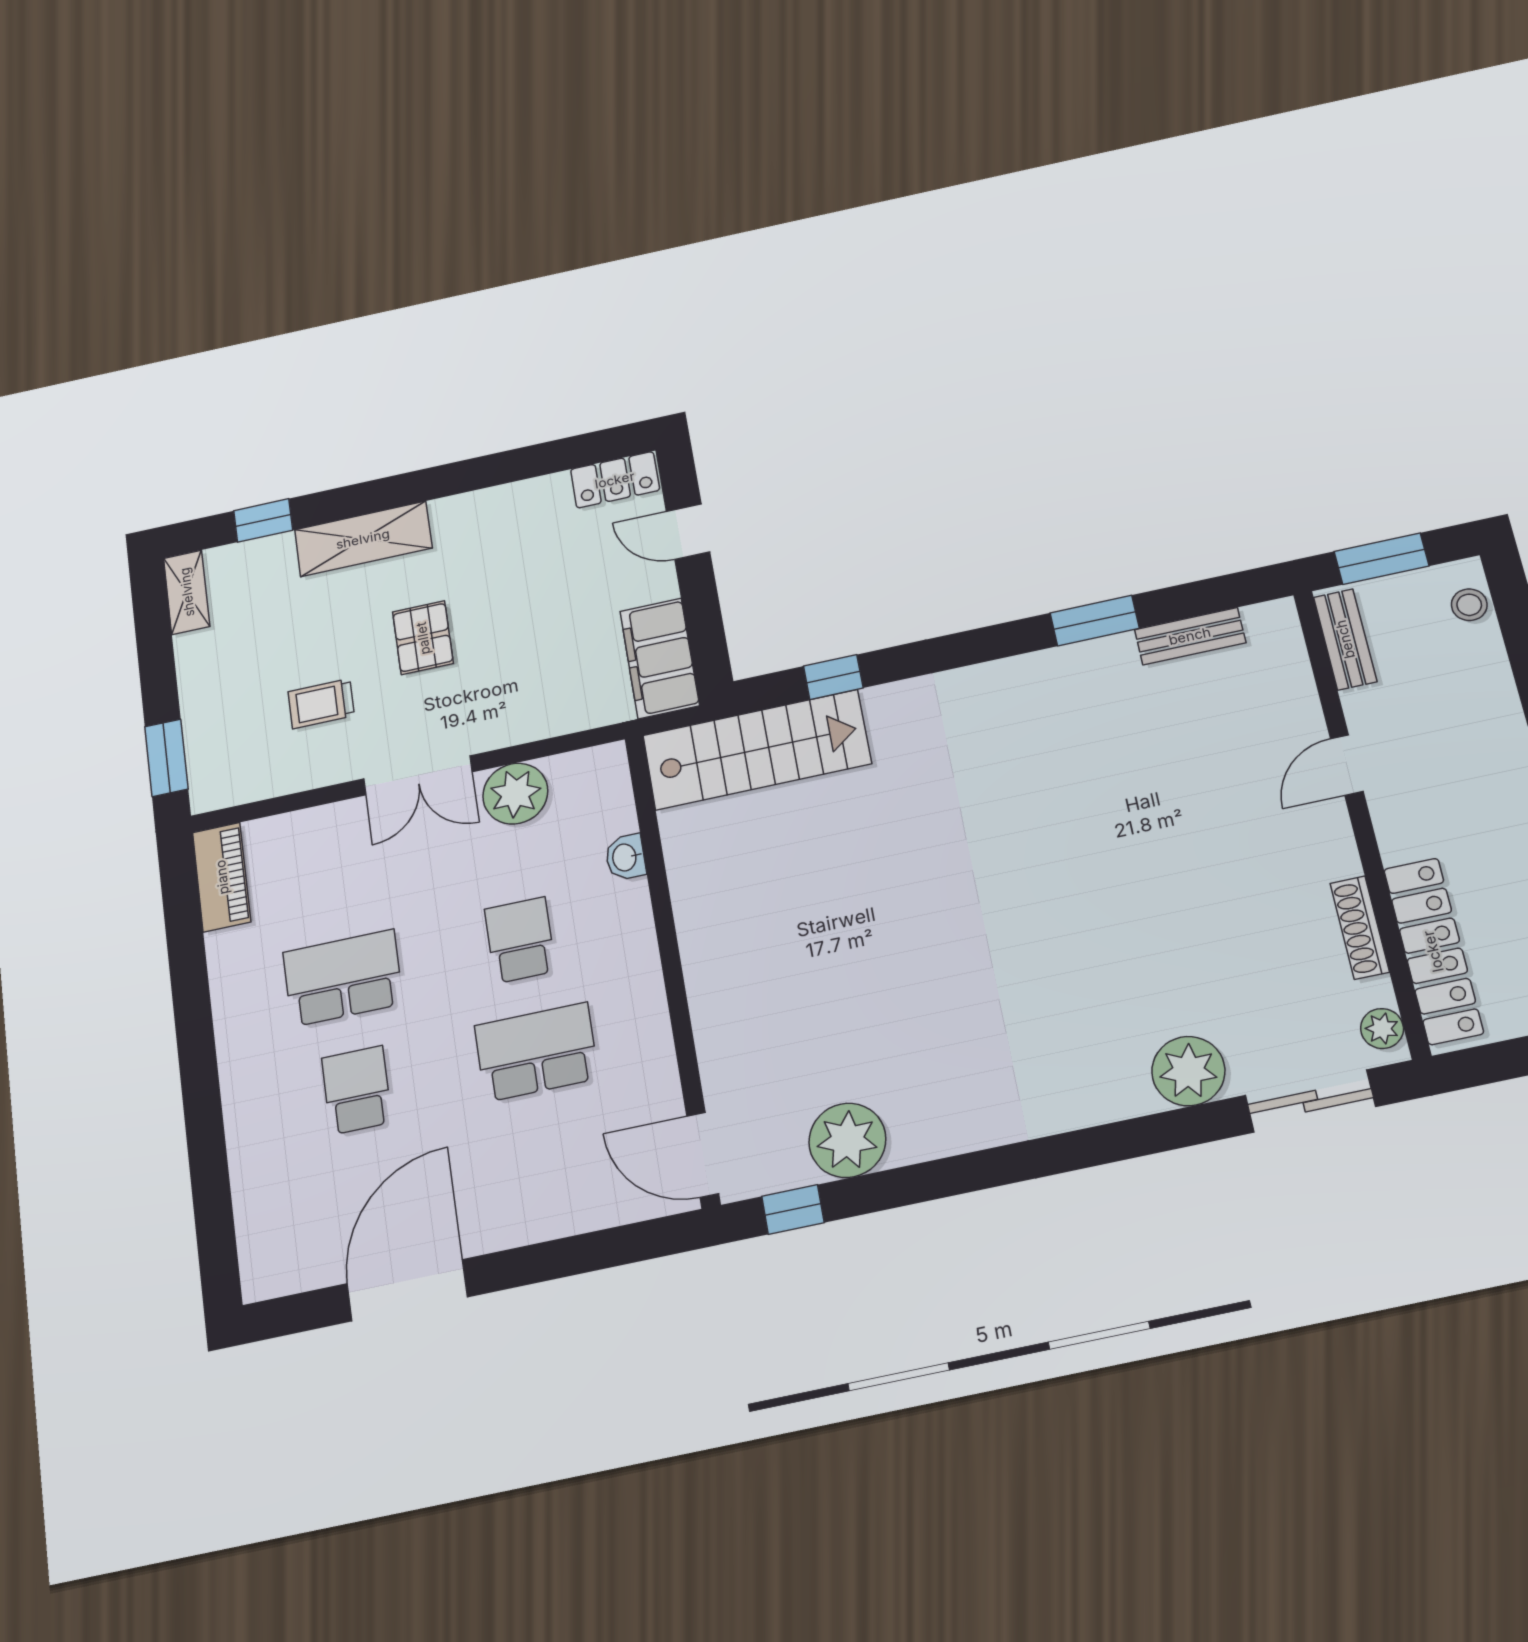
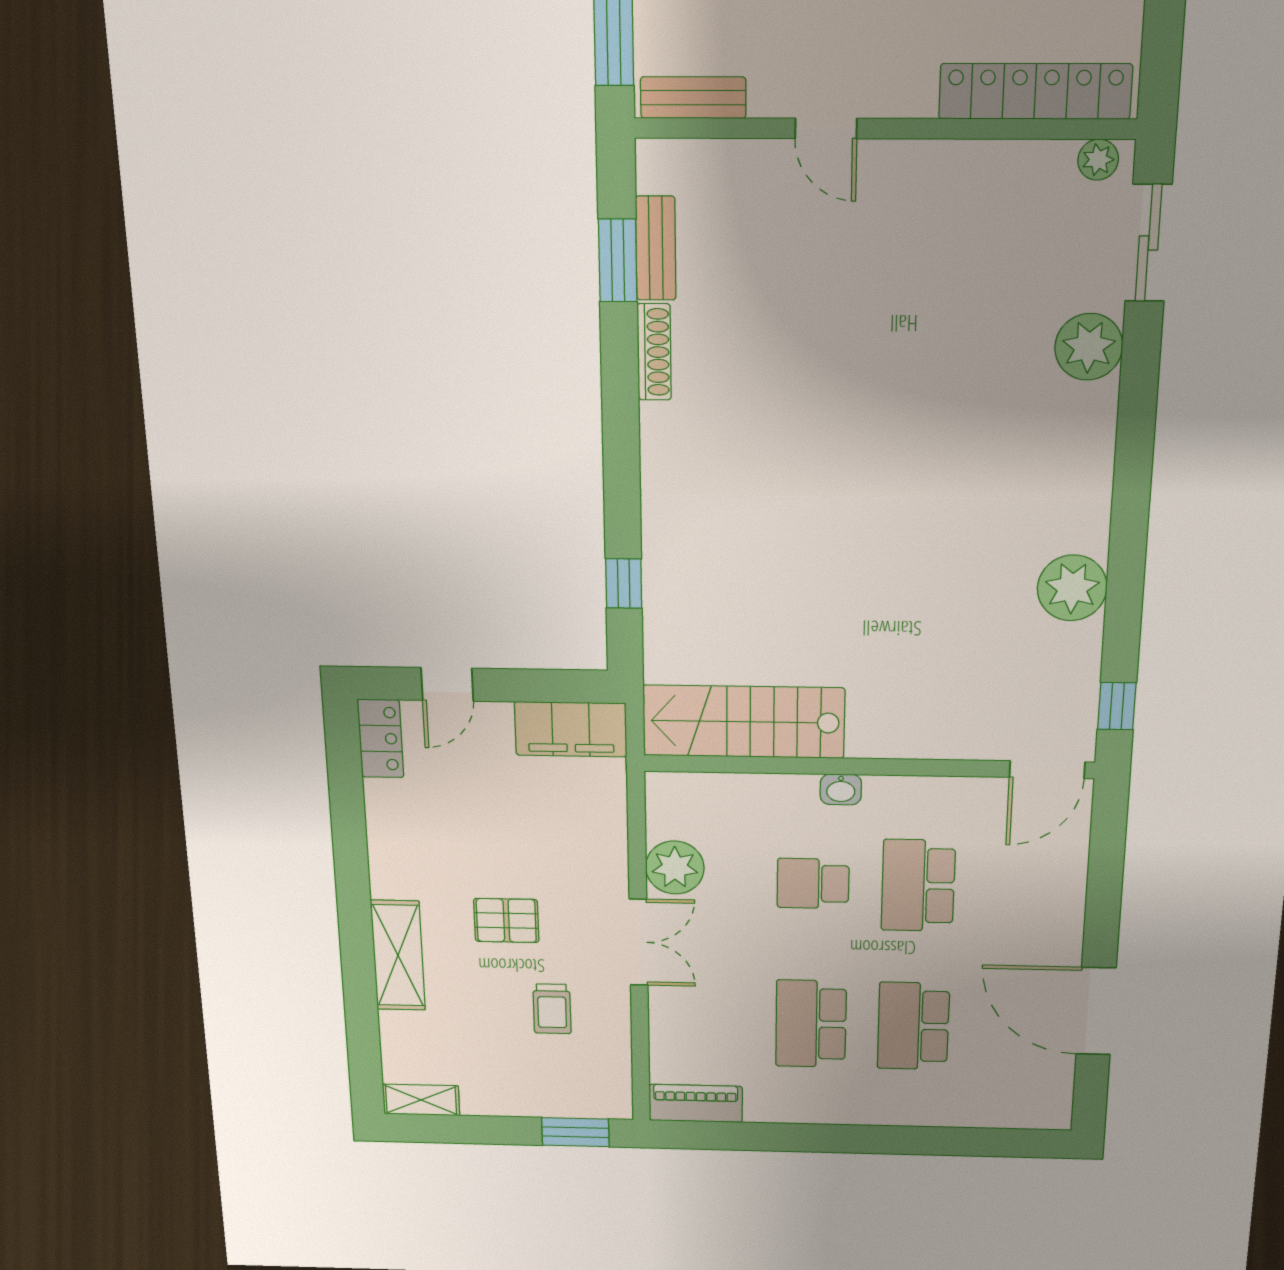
window: (263, 520) -> (363, 1033), removed
window: (1095, 621) -> (618, 261), moved
stairs: (757, 750) -> (744, 722), moved, turned -90
washbasin: (625, 857) -> (841, 789), moved
shoe rack: (1360, 928) -> (654, 352), moved, turned -90
school desk: (357, 1090) -> (913, 1026), width x1.85
plant: (847, 1140) -> (1072, 588), moved

